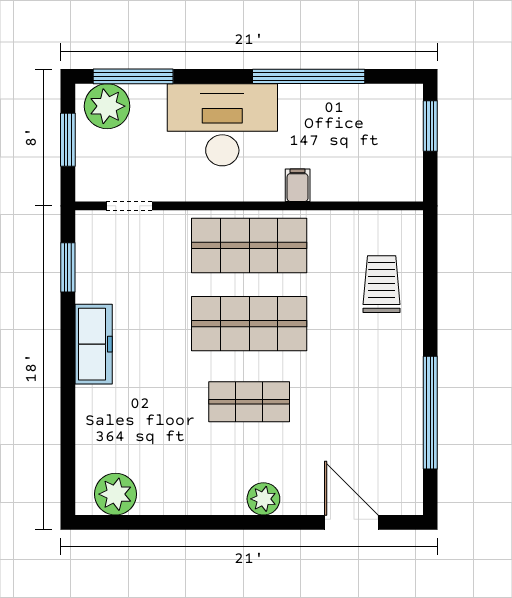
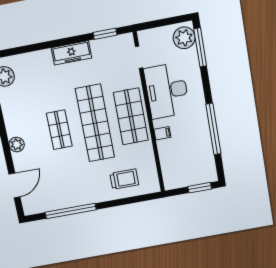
desk: (222, 125) -> (167, 91), moved, turned 180
window: (68, 140) -> (165, 22), removed
shop shelf: (249, 324) -> (95, 123), width x1.40

